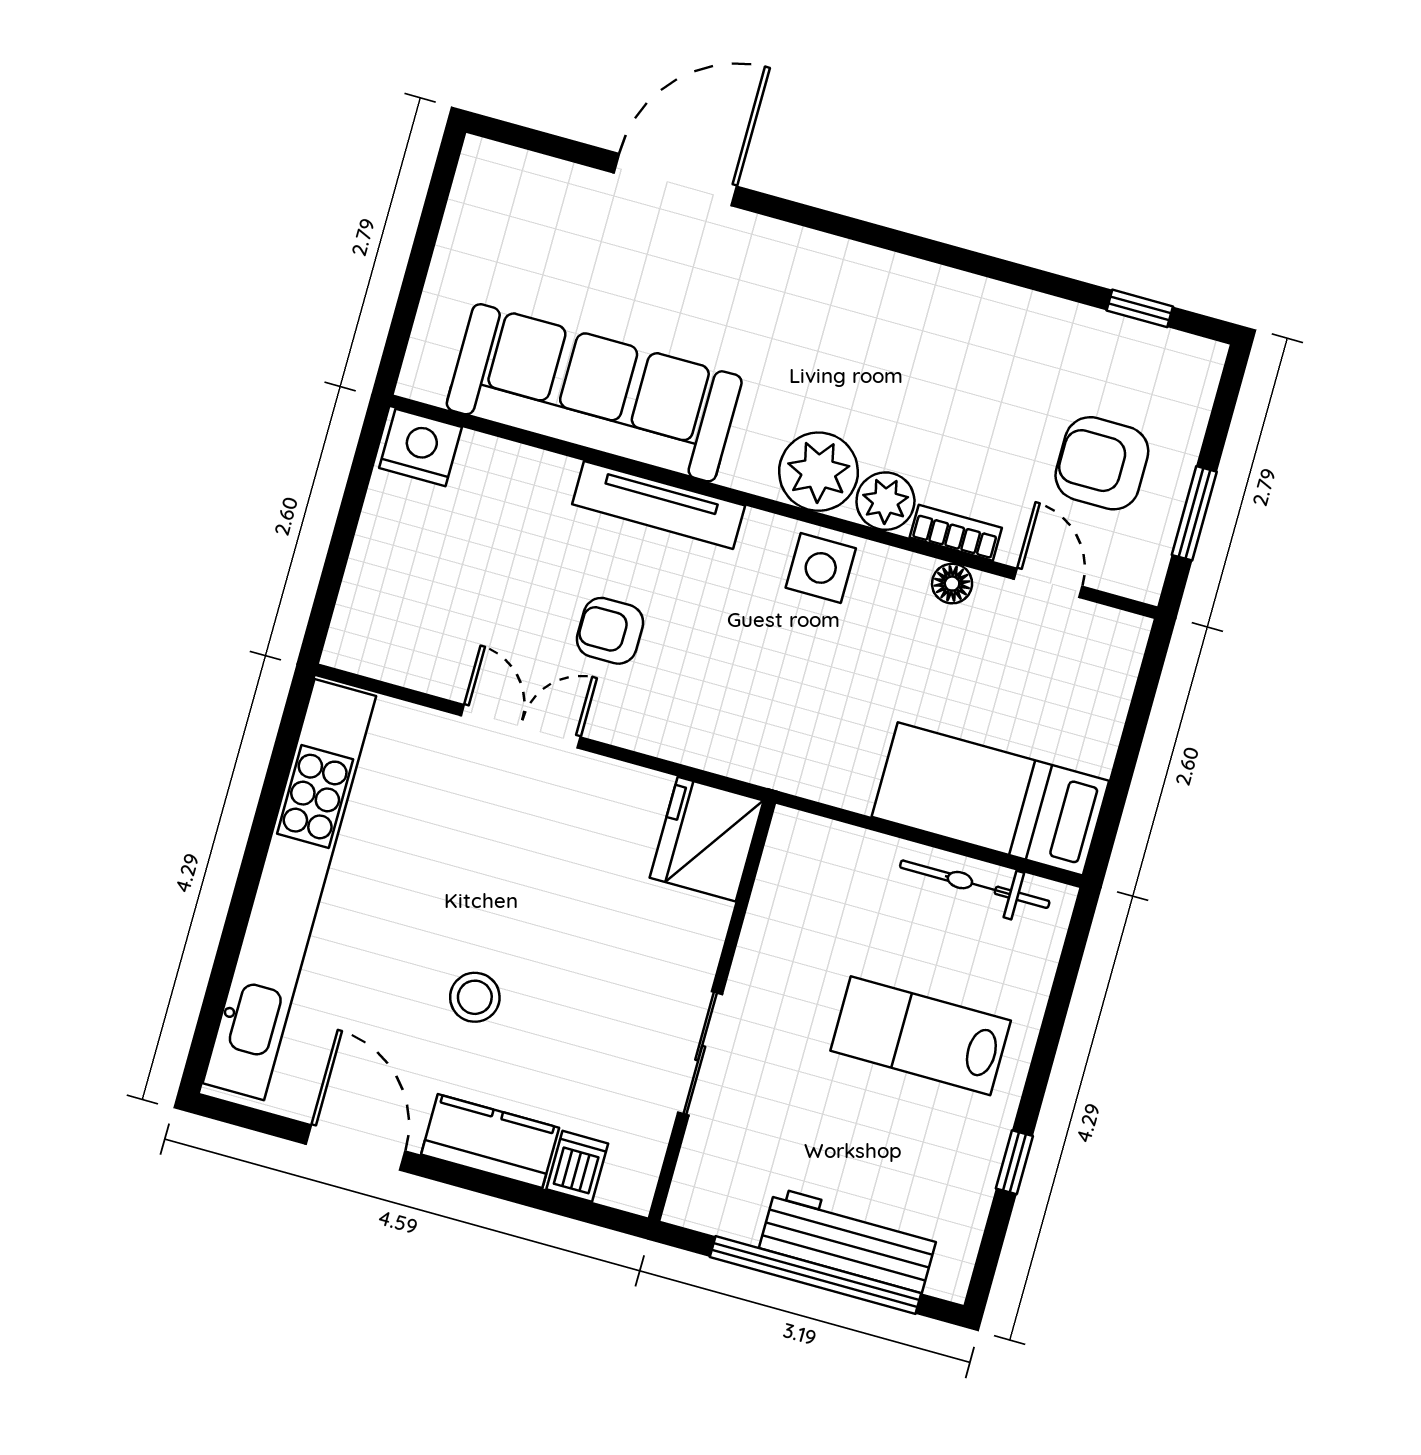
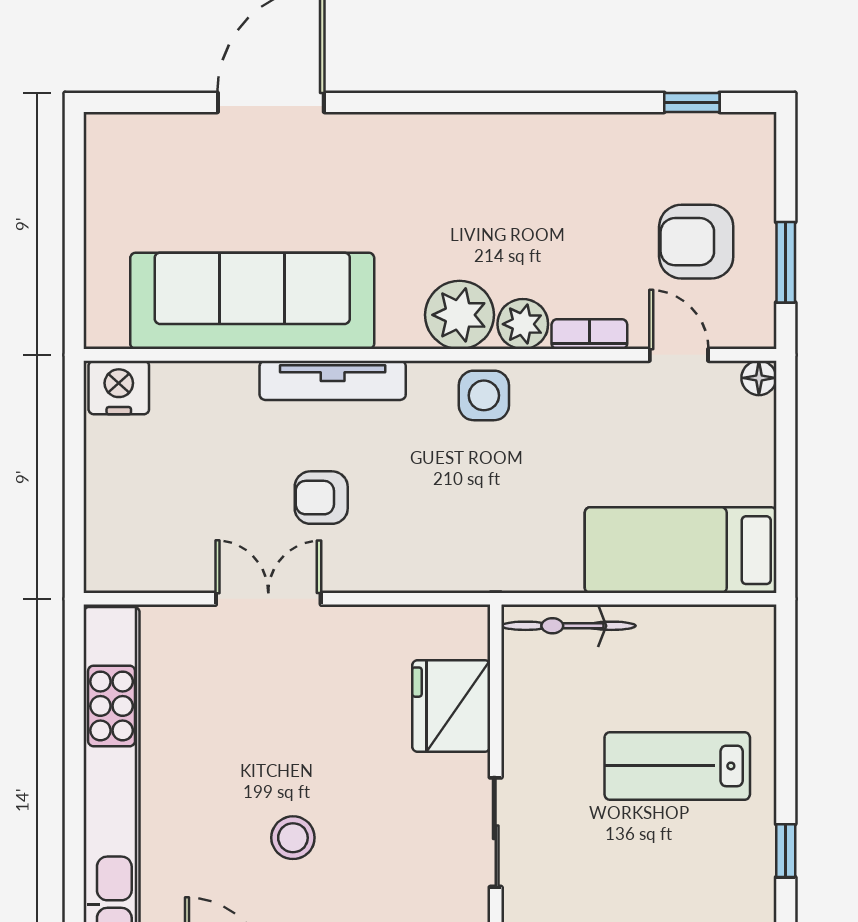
floor lamp: (952, 584) -> (759, 378), moved
fridge: (707, 839) -> (451, 706), moved
bicycle: (975, 884) -> (568, 626), moved

